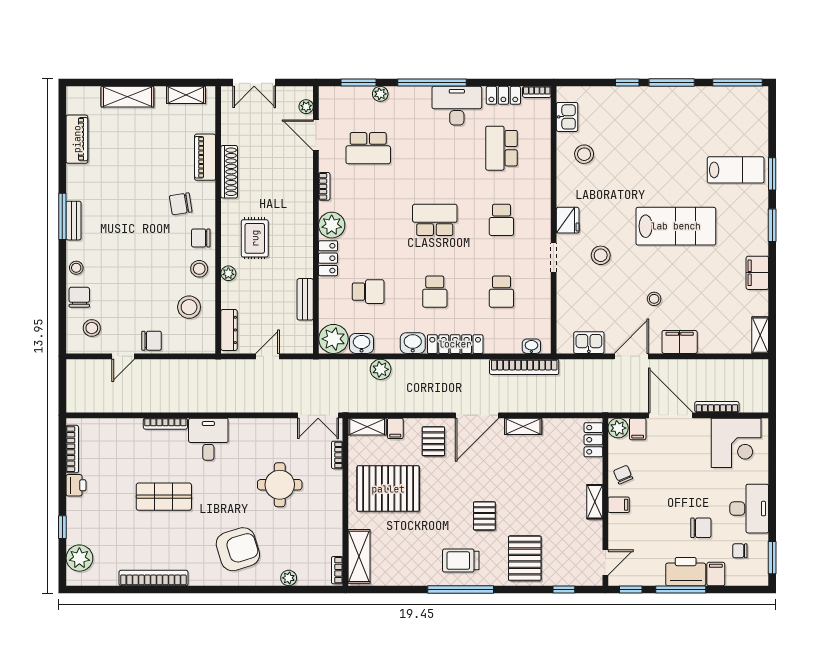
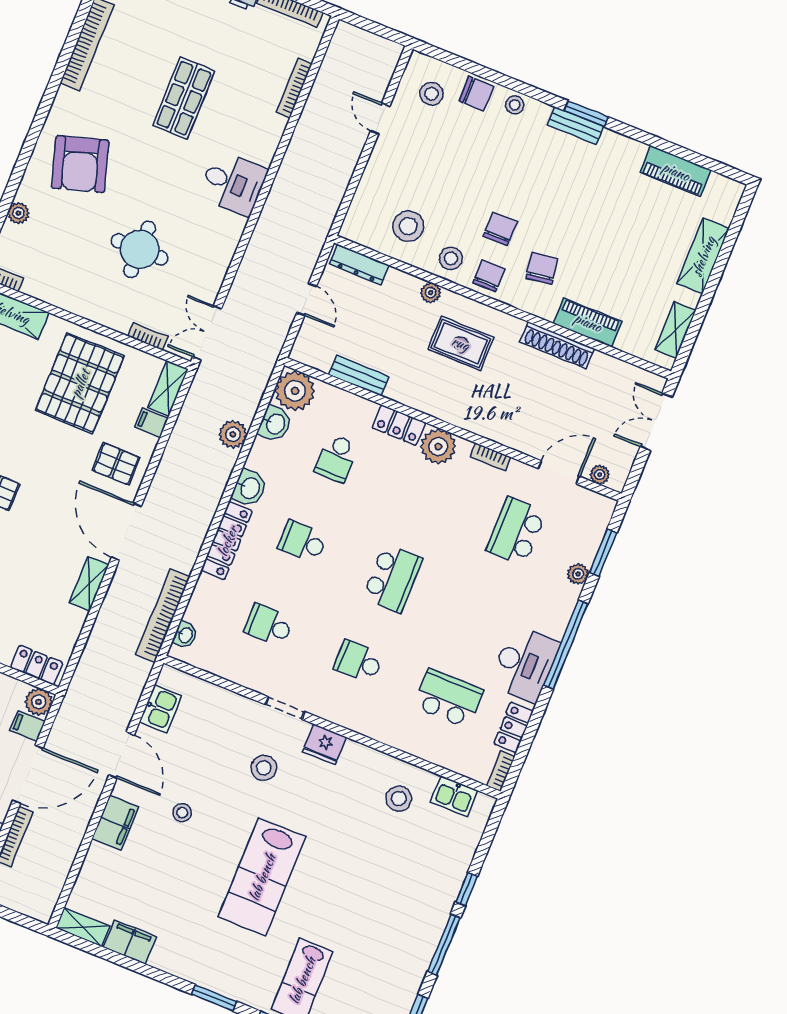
window: (62, 216) -> (586, 114), width x0.69
filing cabinet: (757, 273) -> (130, 942), moved
chair: (152, 341) -> (500, 229), moved, turned 180
bookcase: (165, 424) -> (294, 88), moved

